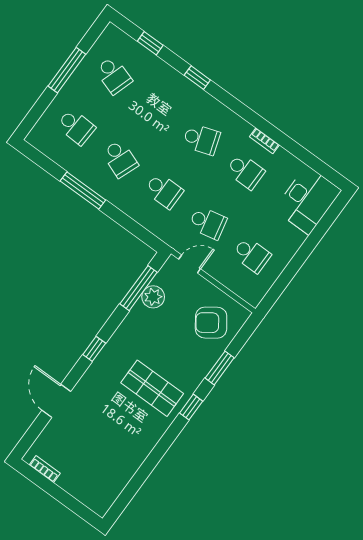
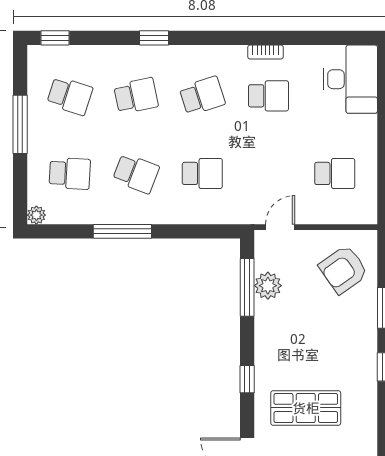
window: (150, 43) -> (55, 38), moved
plant: (34, 138) -> (36, 215), added
school desk: (208, 223) -> (136, 96), moved
shop shelf: (152, 388) -> (306, 408), moved

